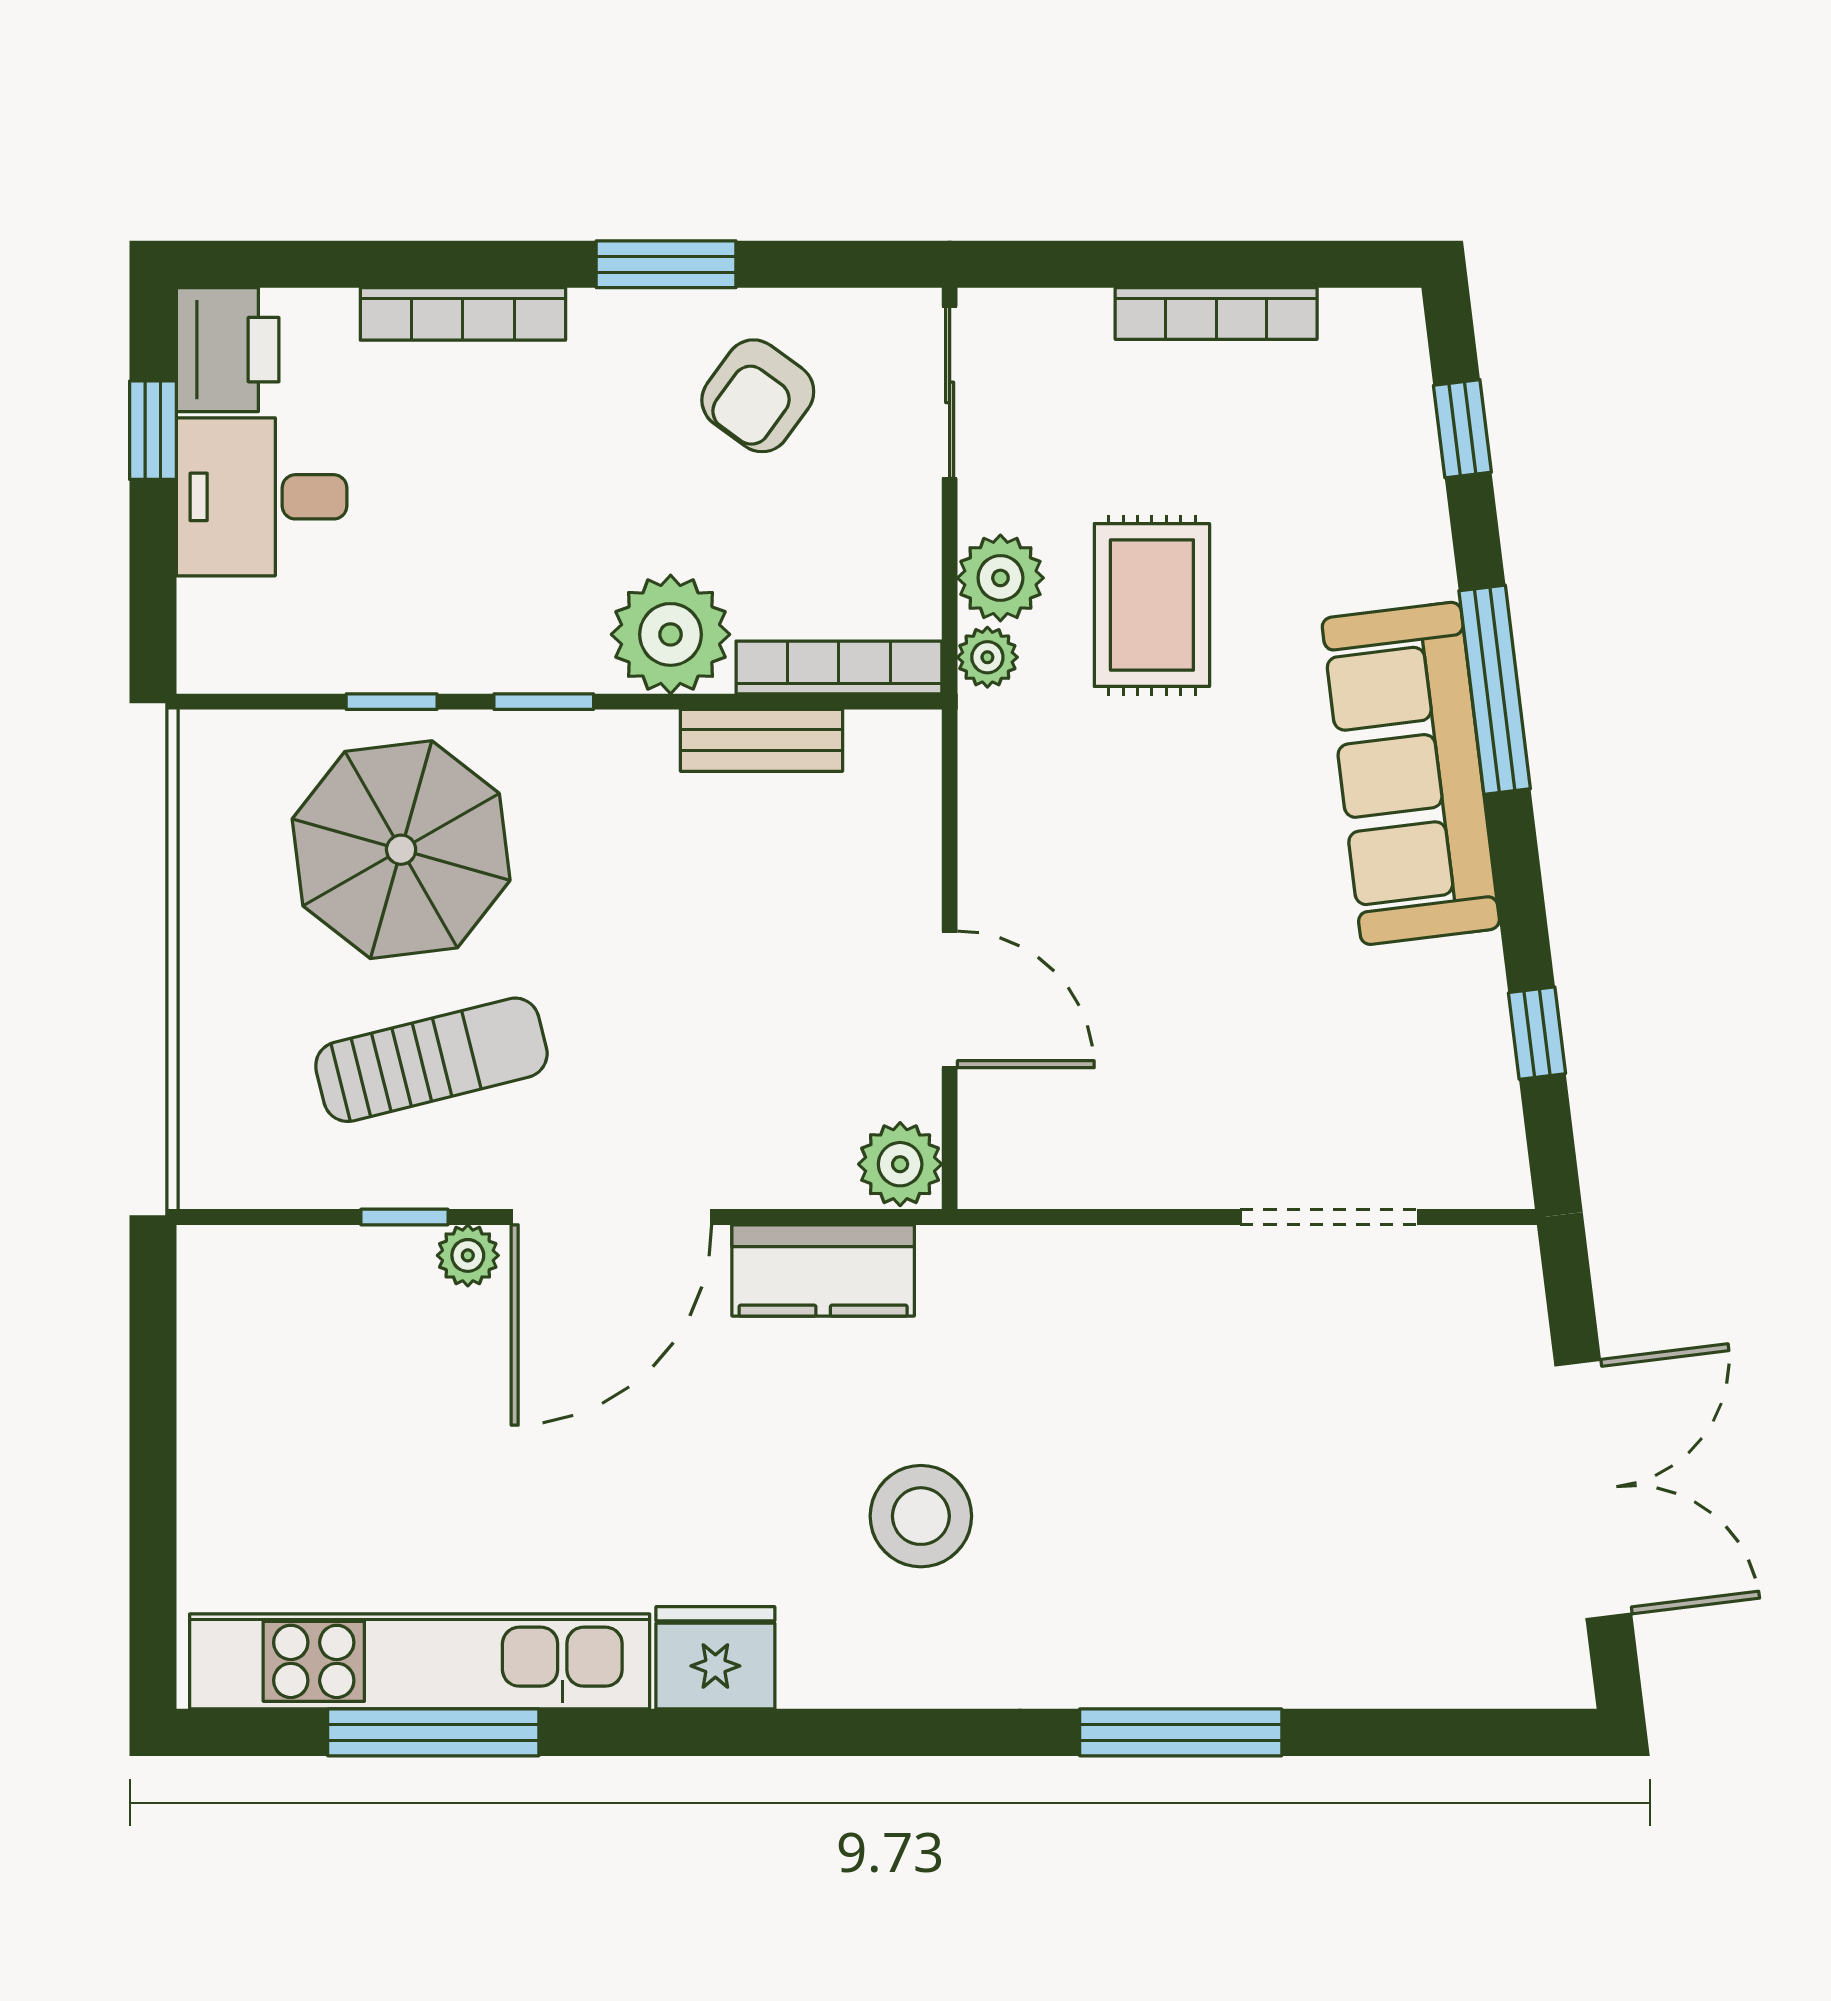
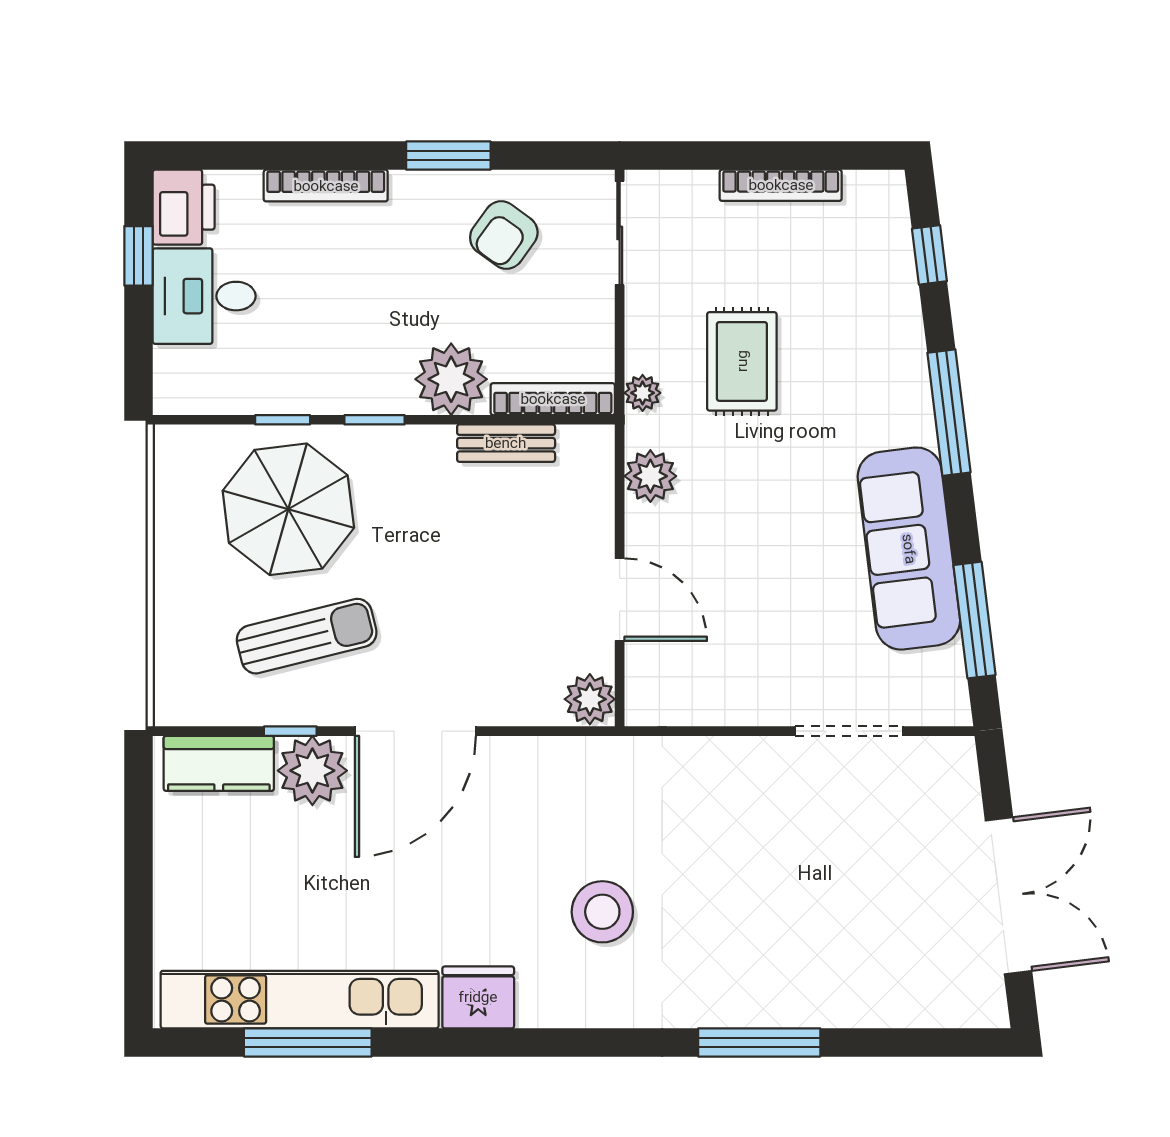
plant: (1000, 578) -> (650, 476), moved
sofa: (1411, 773) -> (909, 549), moved
window: (1537, 1033) -> (975, 620), width x2.17
plant: (468, 1255) -> (312, 771), width x1.87, depth x1.87
kitchen counter: (823, 1270) -> (219, 763), moved

